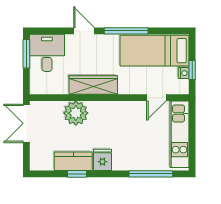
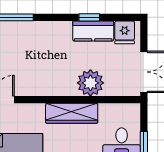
fridge: (102, 160) -> (125, 32), moved

